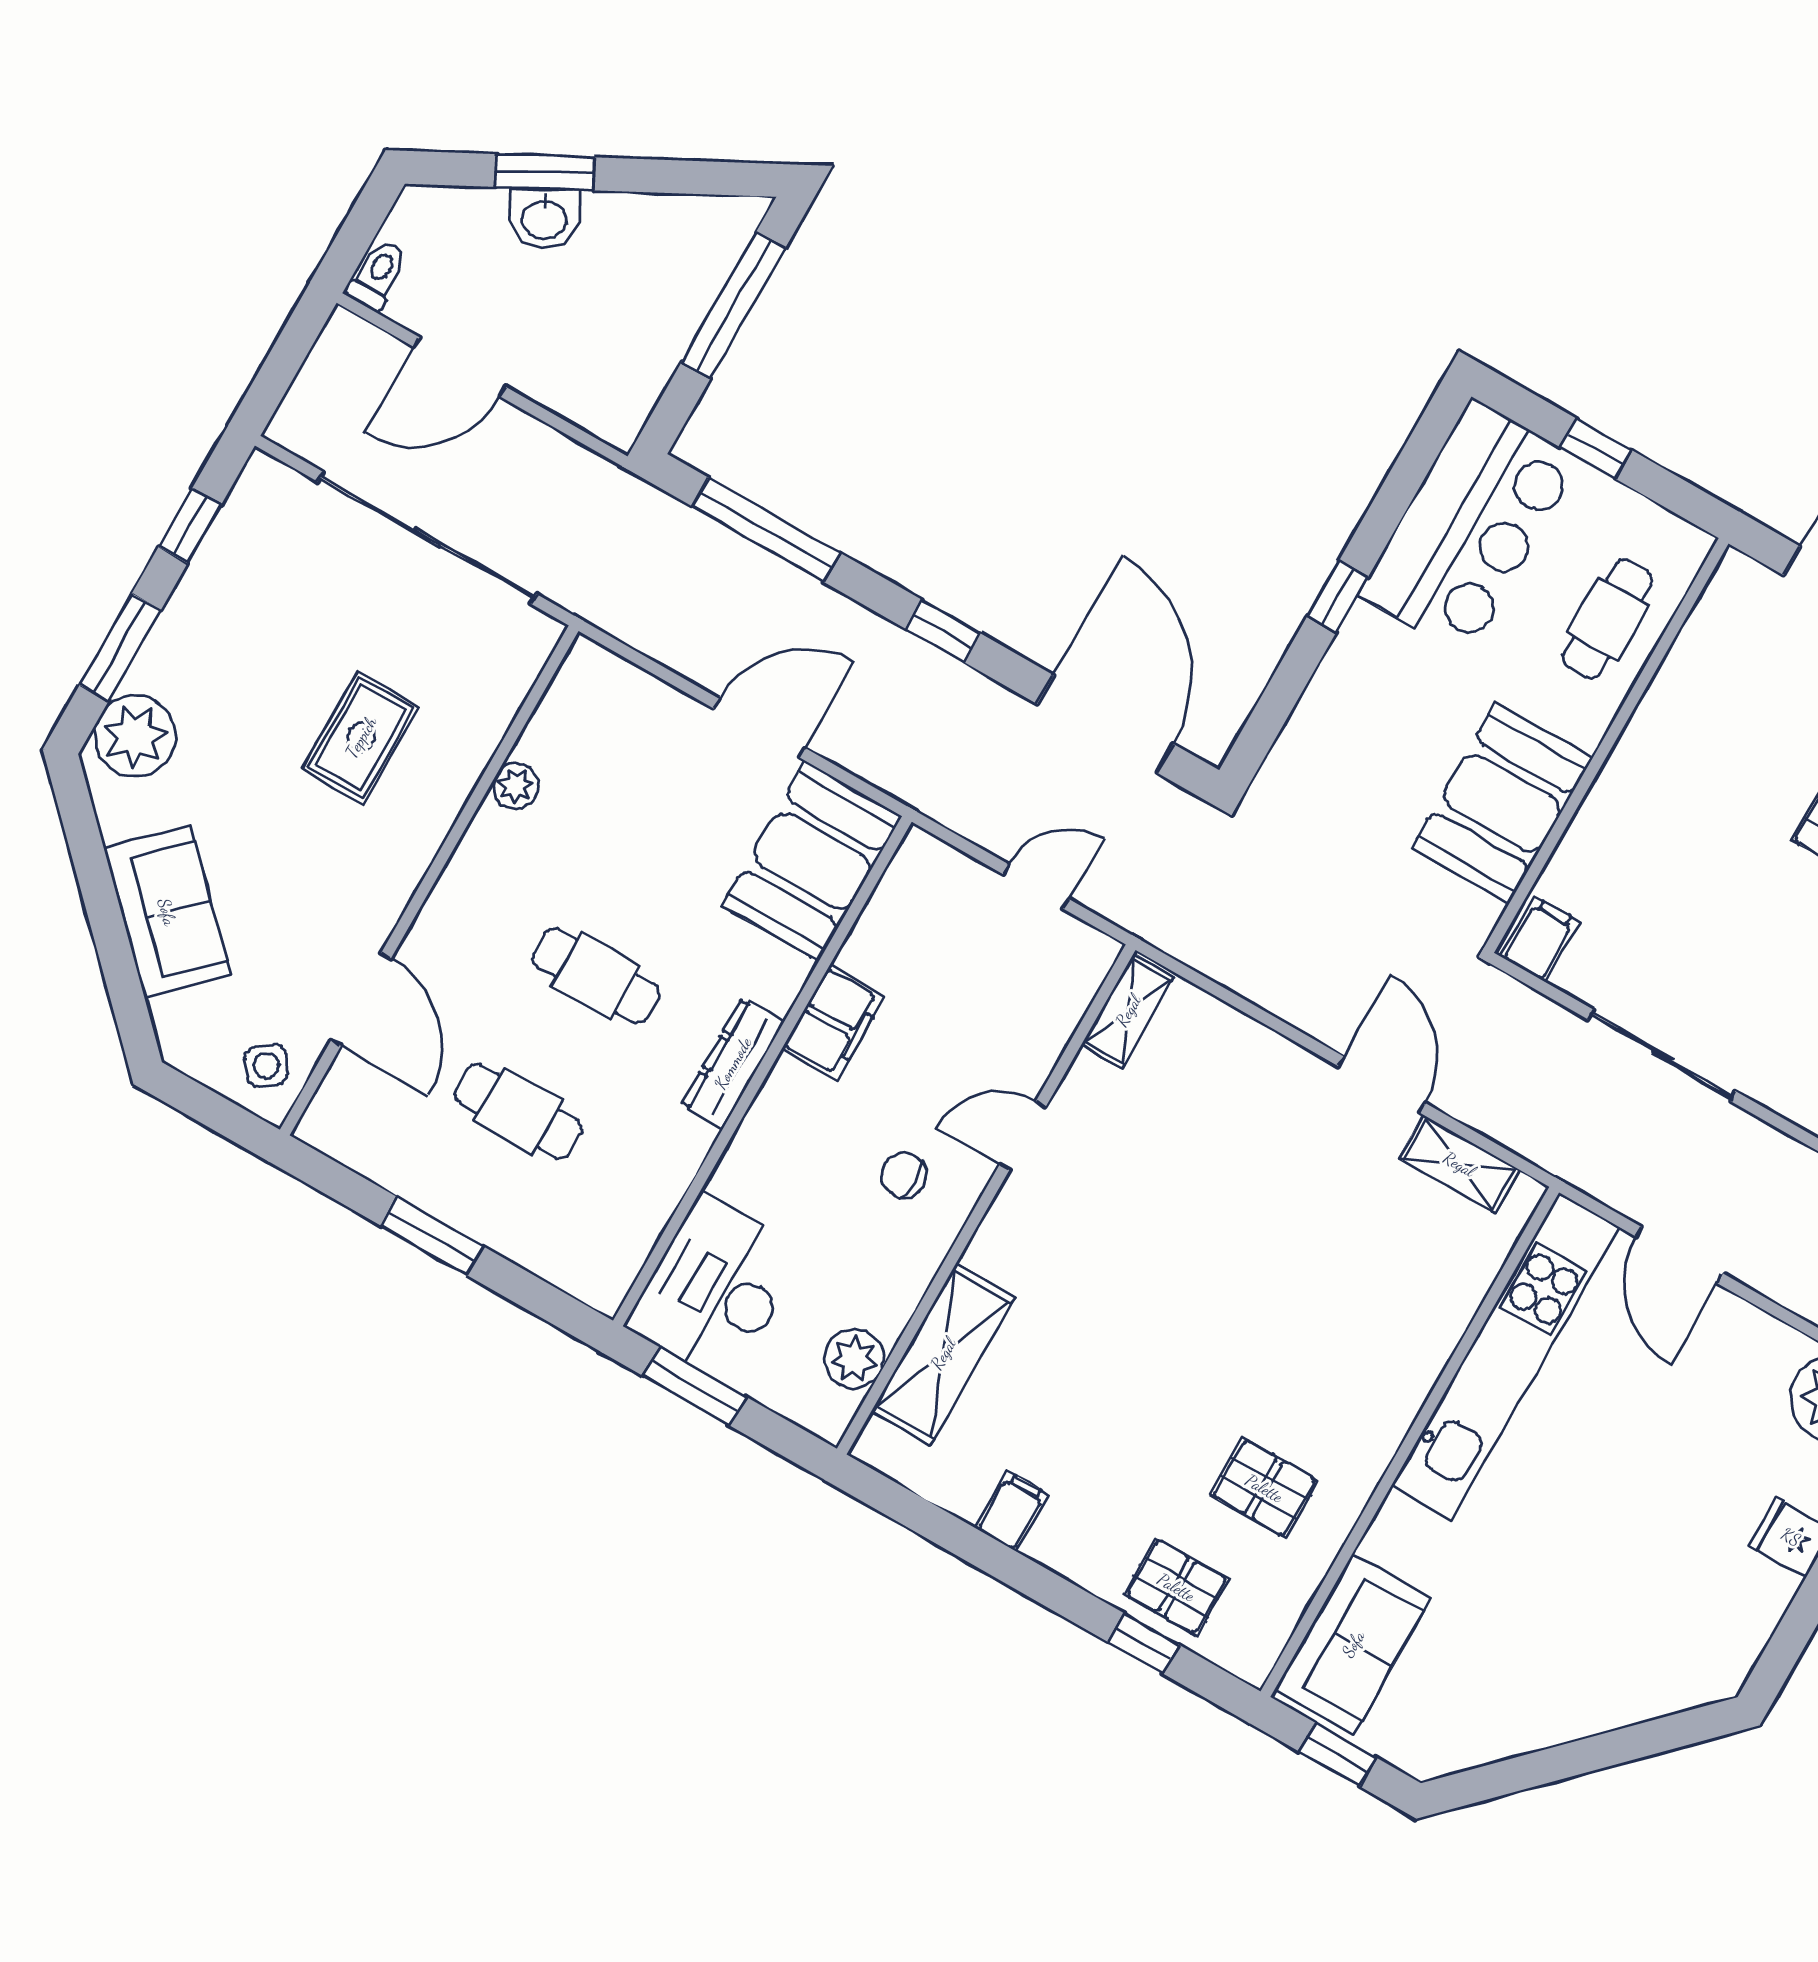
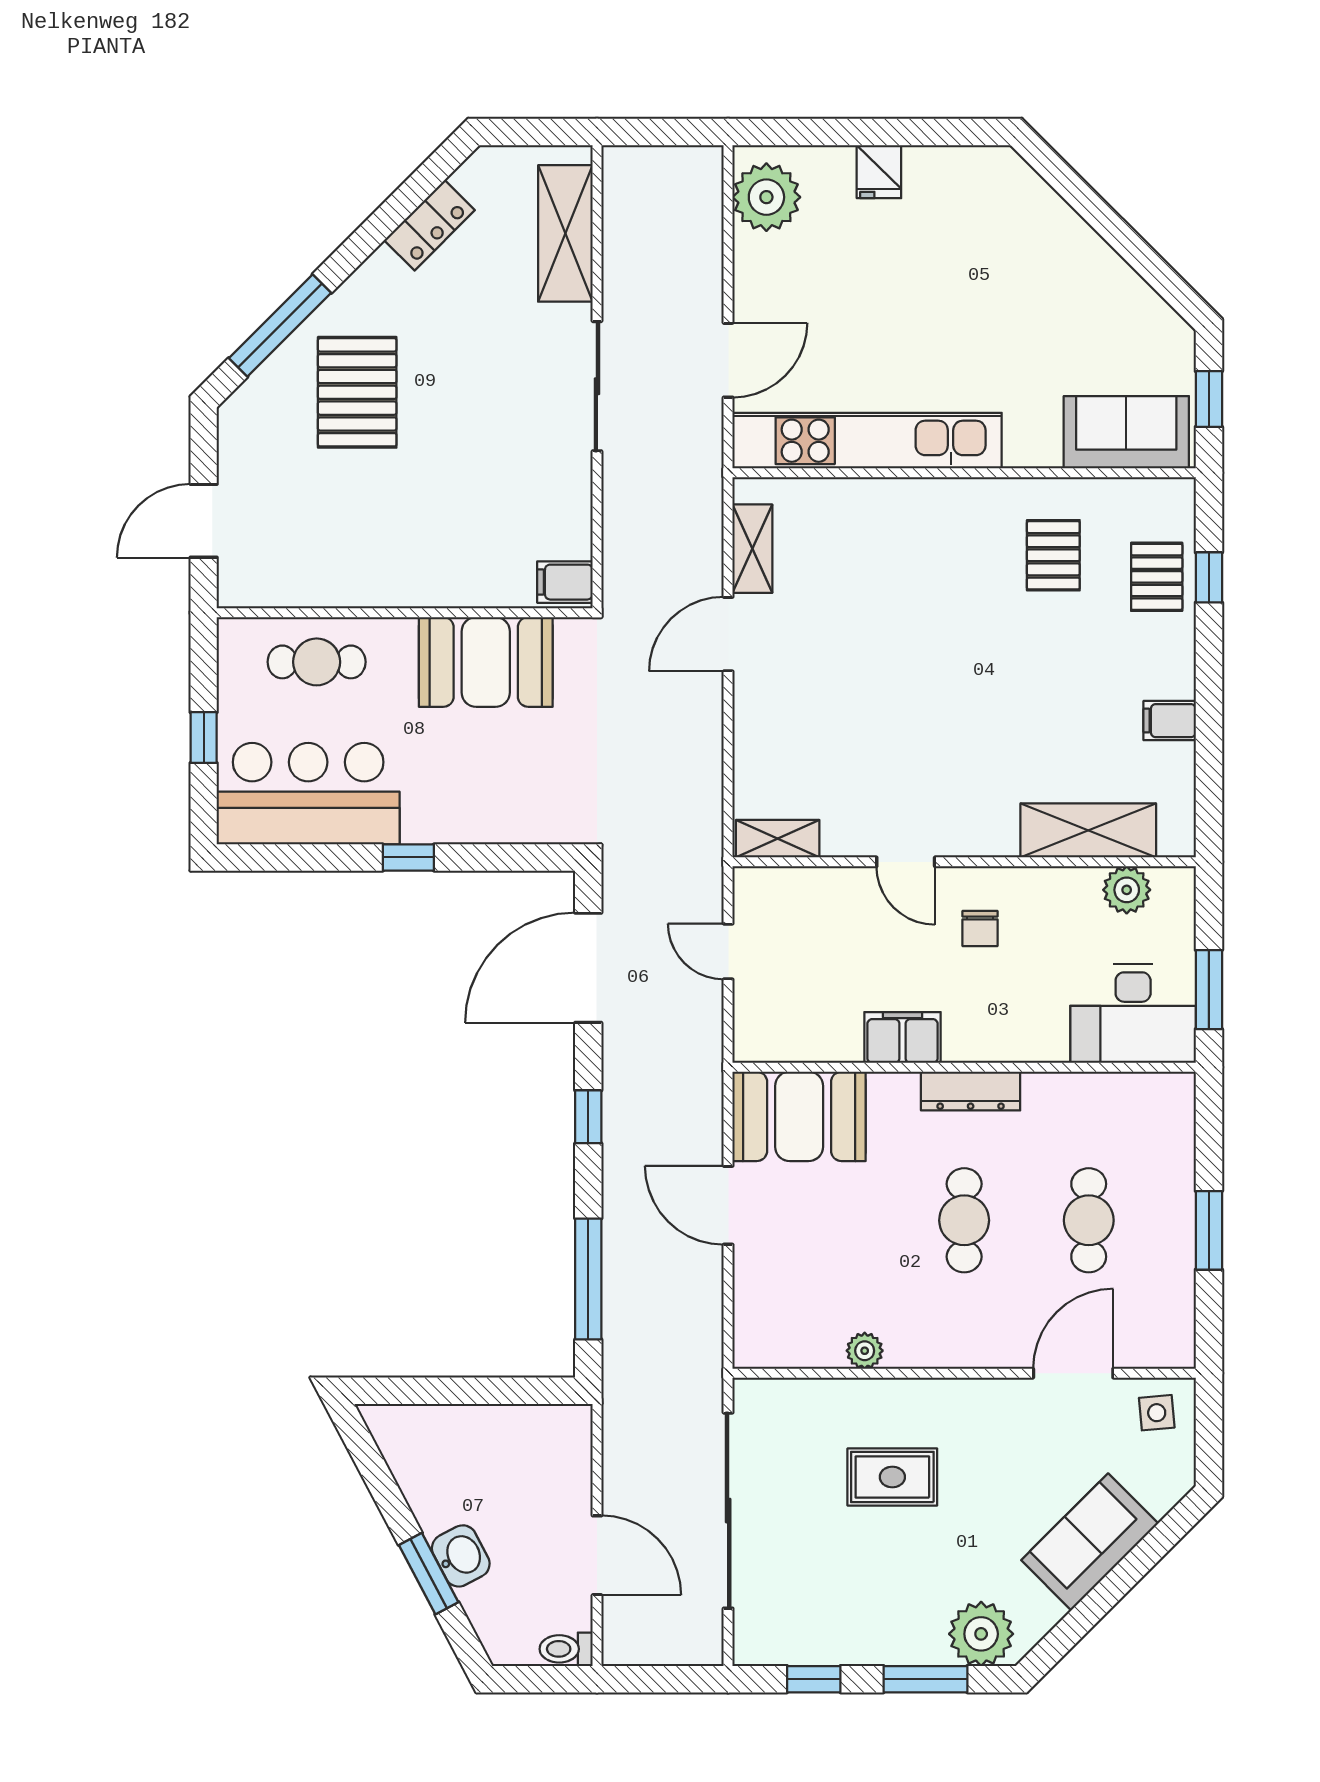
window: (733, 305) -> (446, 1391), removed
sliding door: (1662, 1055) -> (597, 386), moved
side table: (266, 1066) -> (1157, 1413), turned 32

